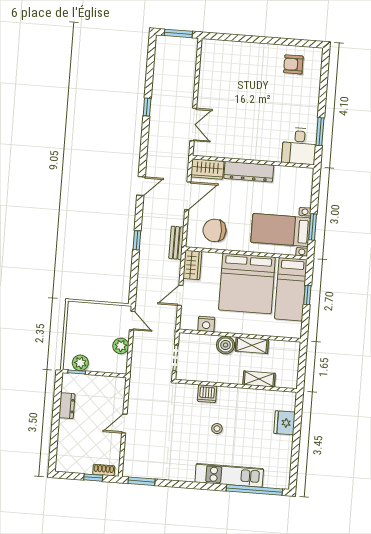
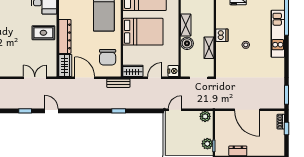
rug: (256, 142) -> (43, 33), added
door: (141, 186) -> (51, 111), moved
bed: (247, 284) -> (143, 32), width x0.73
door: (180, 295) -> (155, 78), swing flipped
nightstand: (206, 324) -> (173, 71), moved
plant: (121, 346) -> (205, 116), moved
shelving: (259, 379) -> (209, 48), moved
dishwasher: (207, 394) -> (222, 35), moved
door: (124, 424) -> (247, 110), width x1.88

